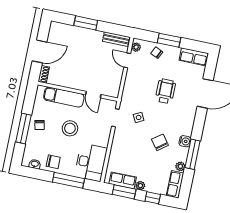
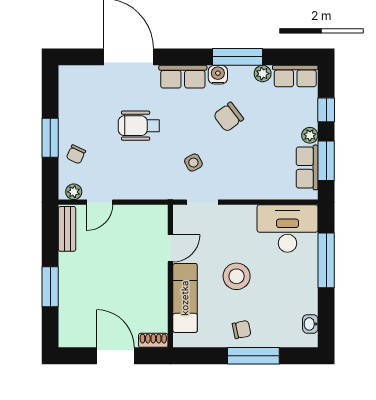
row of seats: (194, 57) -> (183, 77), moved, turned 90
chair: (53, 162) -> (300, 293), removed

